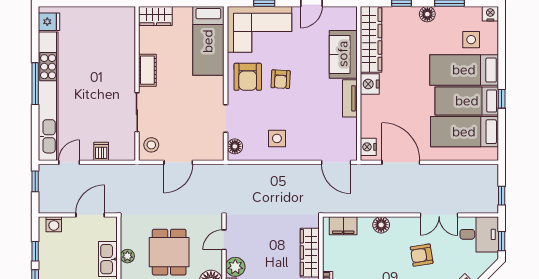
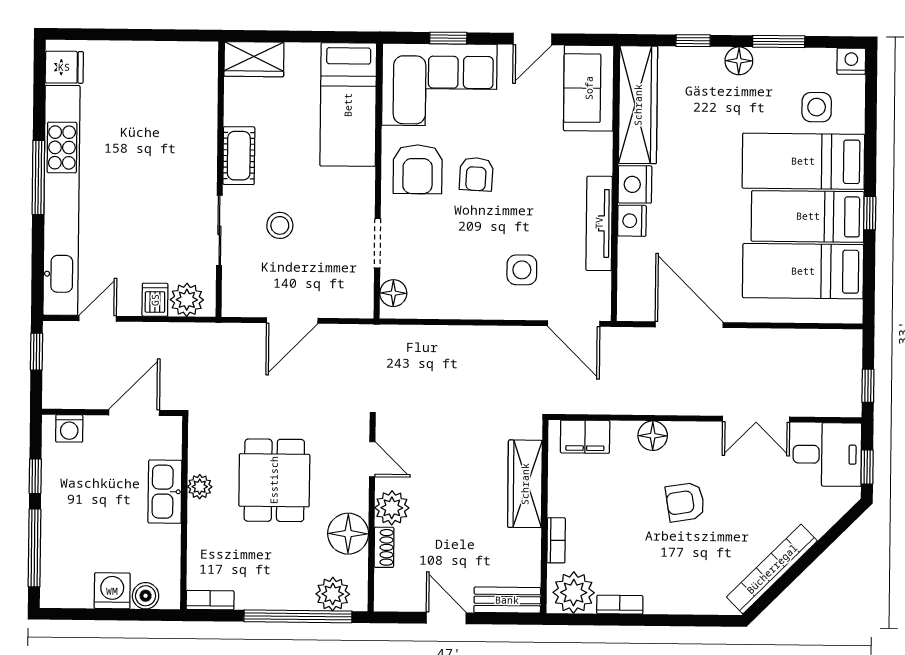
sofa: (343, 54) -> (589, 88), moved
tv unit: (350, 98) -> (599, 223), width x1.41
side table: (277, 138) -> (522, 270), moved
stool: (151, 145) -> (280, 225), moved
nightstand: (368, 147) -> (632, 221), moved
plant: (119, 151) -> (187, 300), added
door: (224, 240) -> (372, 459), swing flipped
armchair: (422, 255) -> (685, 502), moved

